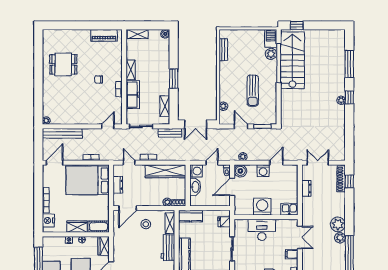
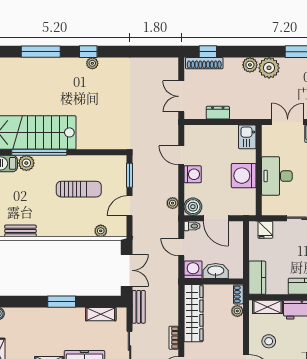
plant: (340, 238) -> (250, 65), moved

